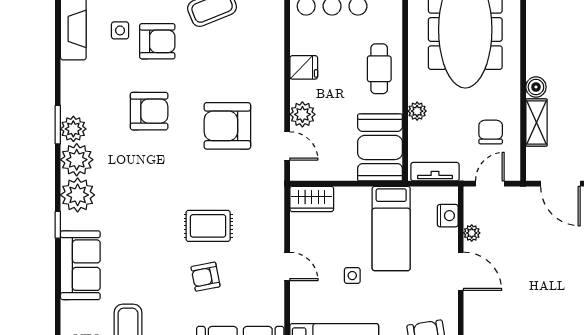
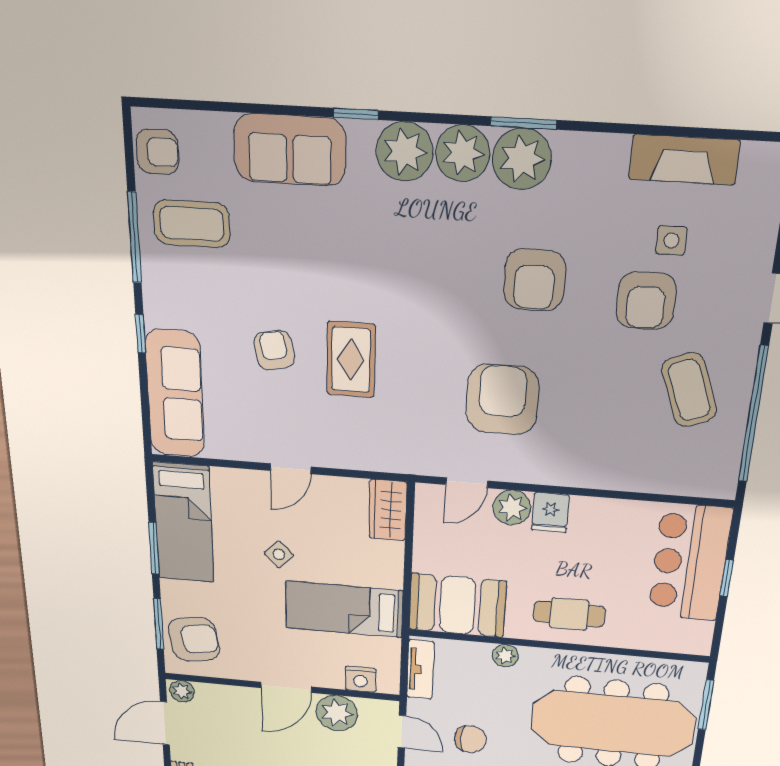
fridge: (304, 67) -> (550, 512), moved
plant: (73, 129) -> (522, 159), width x1.36, depth x1.36
plant: (472, 233) -> (337, 713), width x1.87, depth x1.87
side table: (352, 276) -> (279, 554), turned 45

